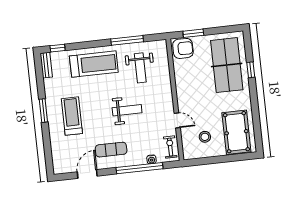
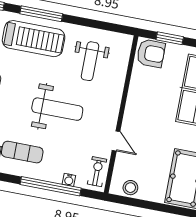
window: (127, 40) -> (41, 14), moved
weight bench: (127, 110) -> (57, 109), width x1.36, depth x1.33
stool: (205, 137) -> (130, 188), moved

